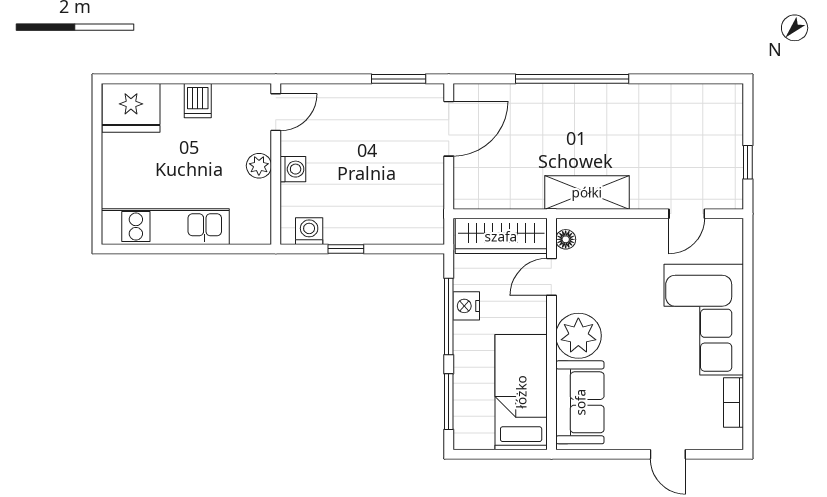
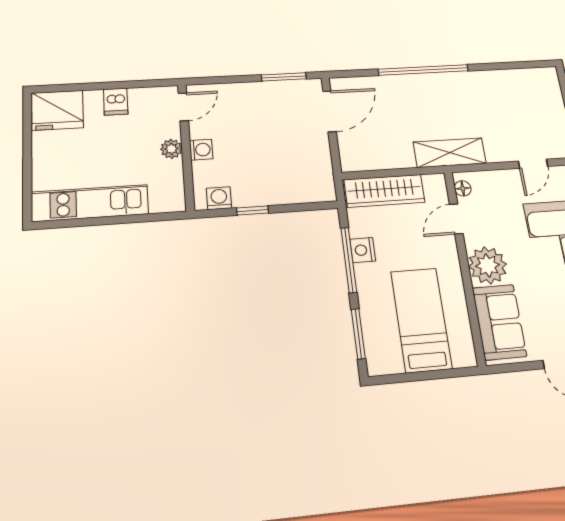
floor lamp: (566, 239) -> (463, 188), moved
door: (551, 277) -> (456, 219), moved
wall: (551, 334) -> (464, 266), moved
plant: (578, 336) -> (488, 265), moved
sofa: (580, 402) -> (499, 322), moved

